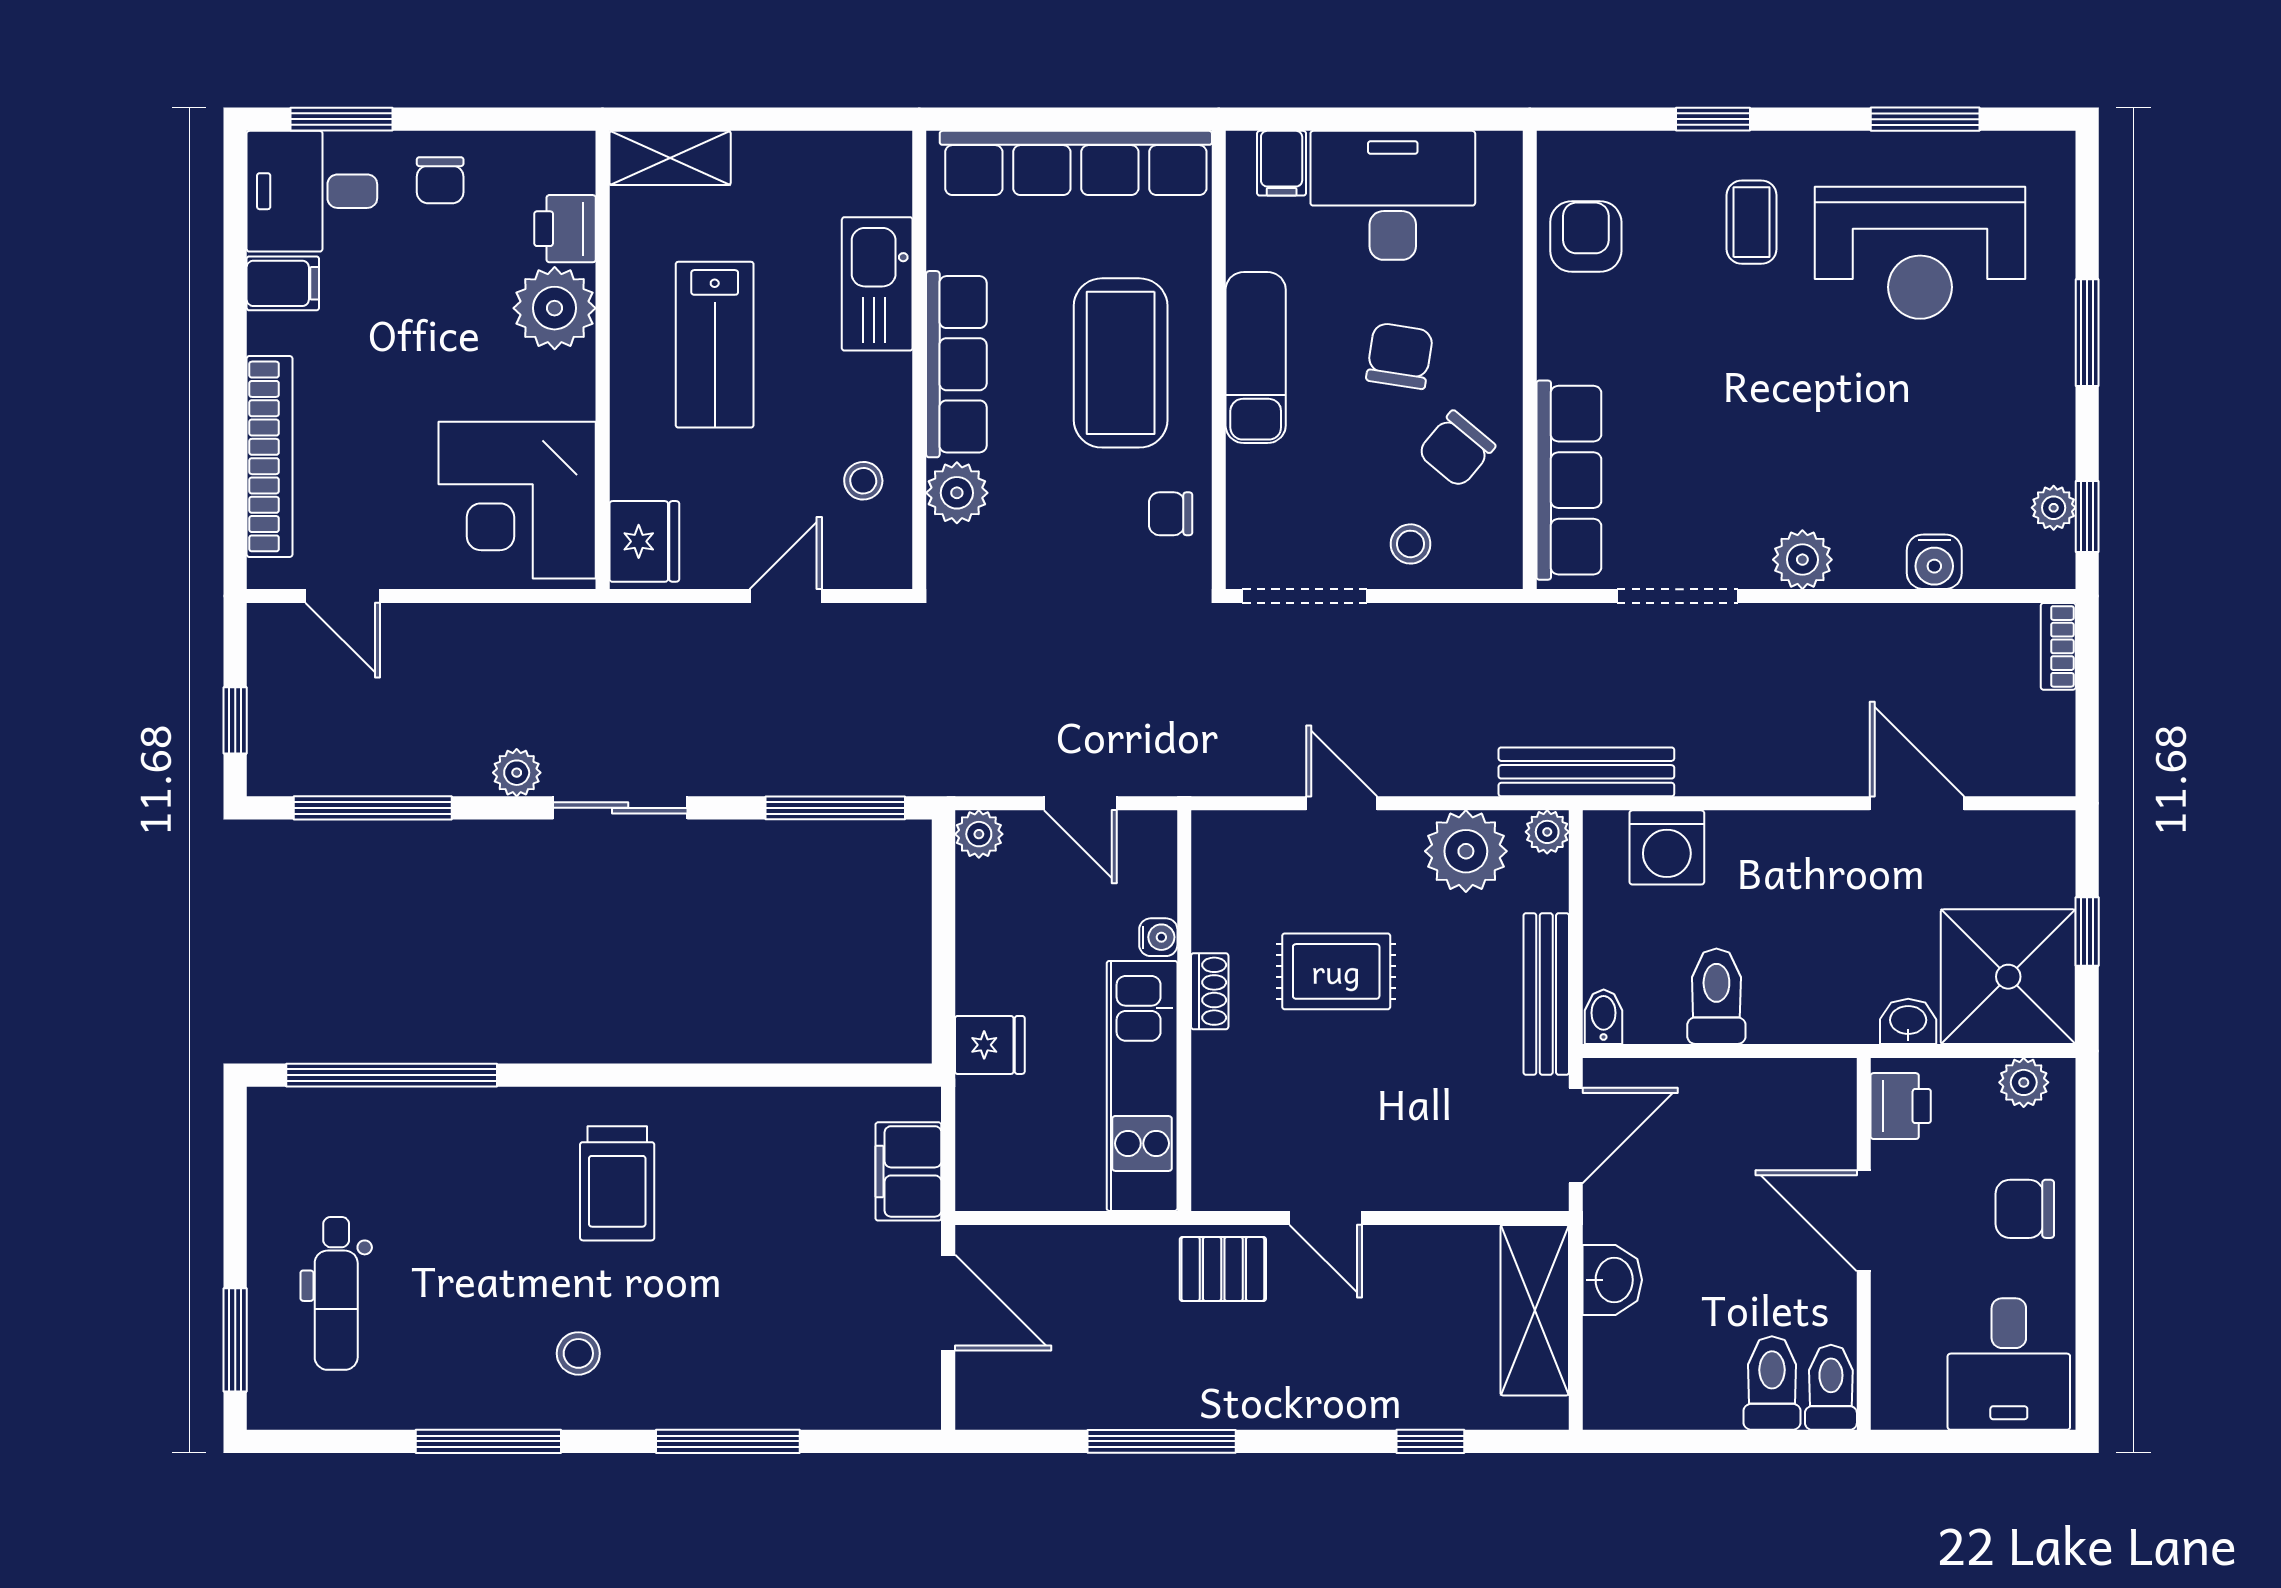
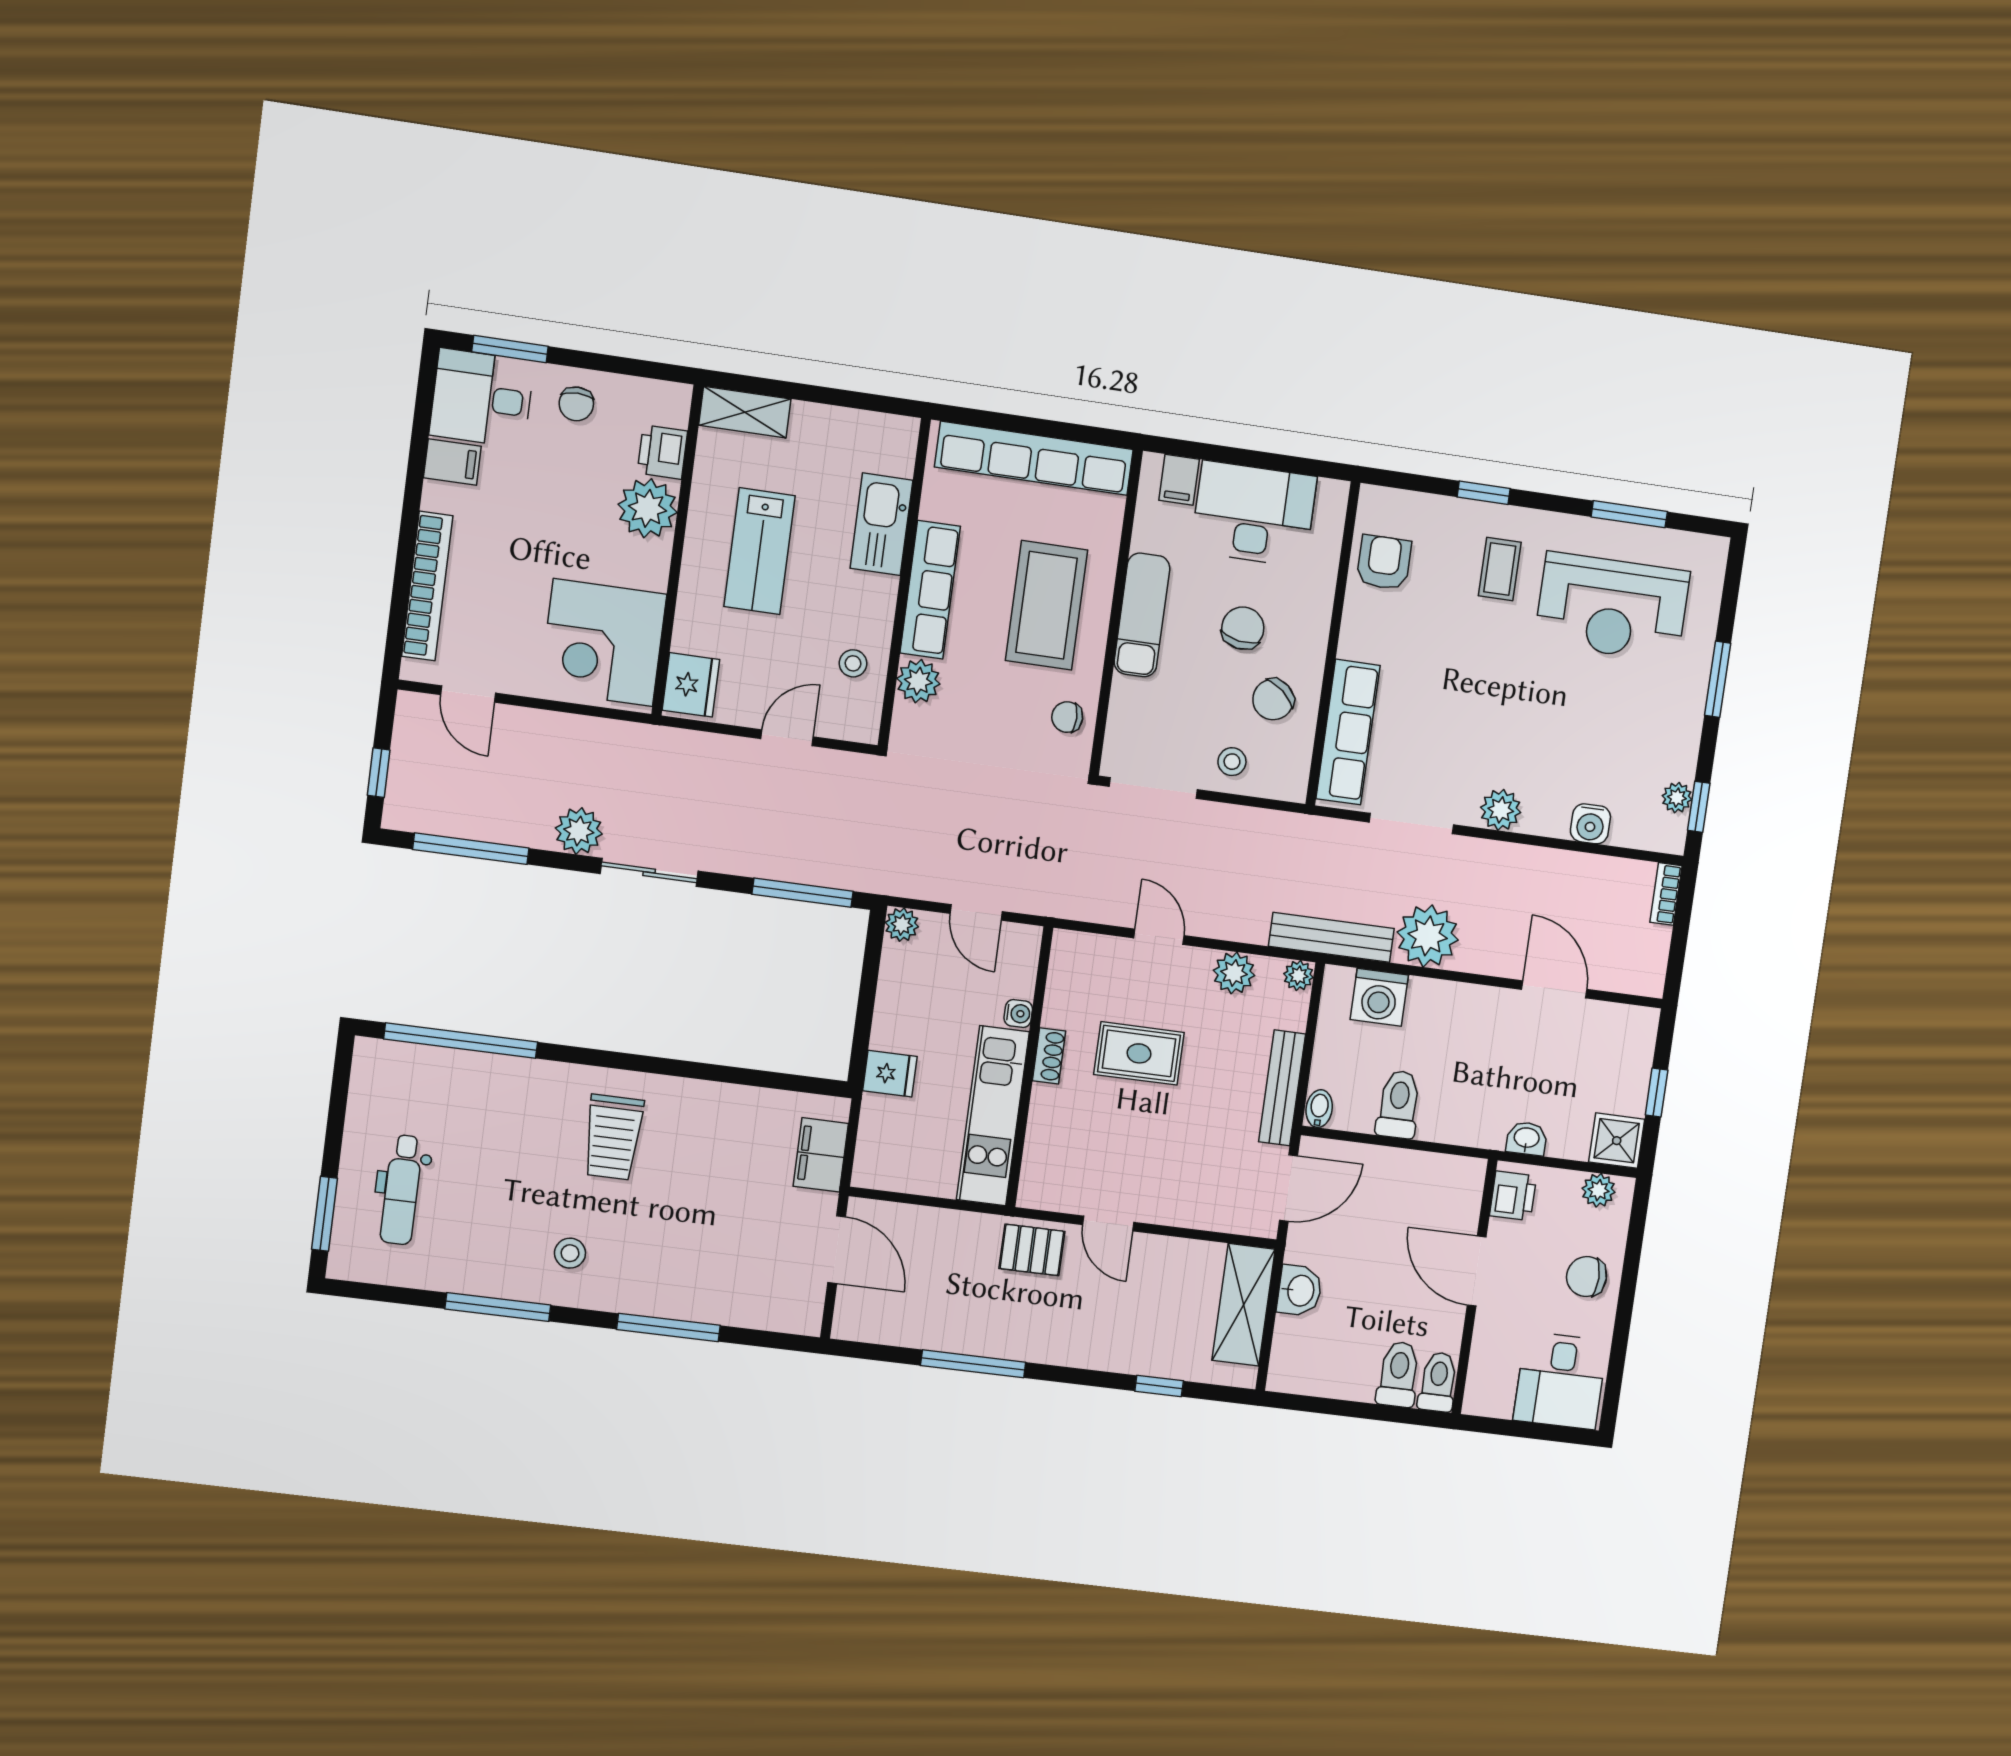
plant: (1724, 752) -> (1428, 936), added
plant: (517, 773) -> (579, 831), width x1.38, depth x1.38
plant: (1466, 851) -> (1234, 973), width x0.73, depth x0.73
shower: (2008, 977) -> (1617, 1141), width x0.54, depth x0.54

